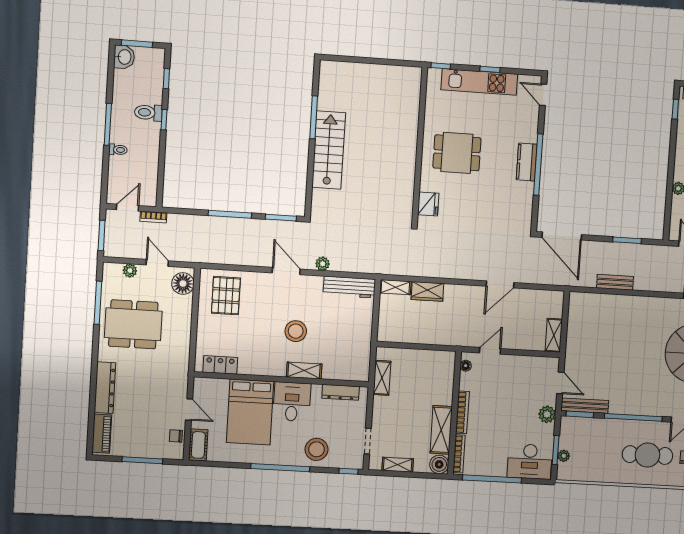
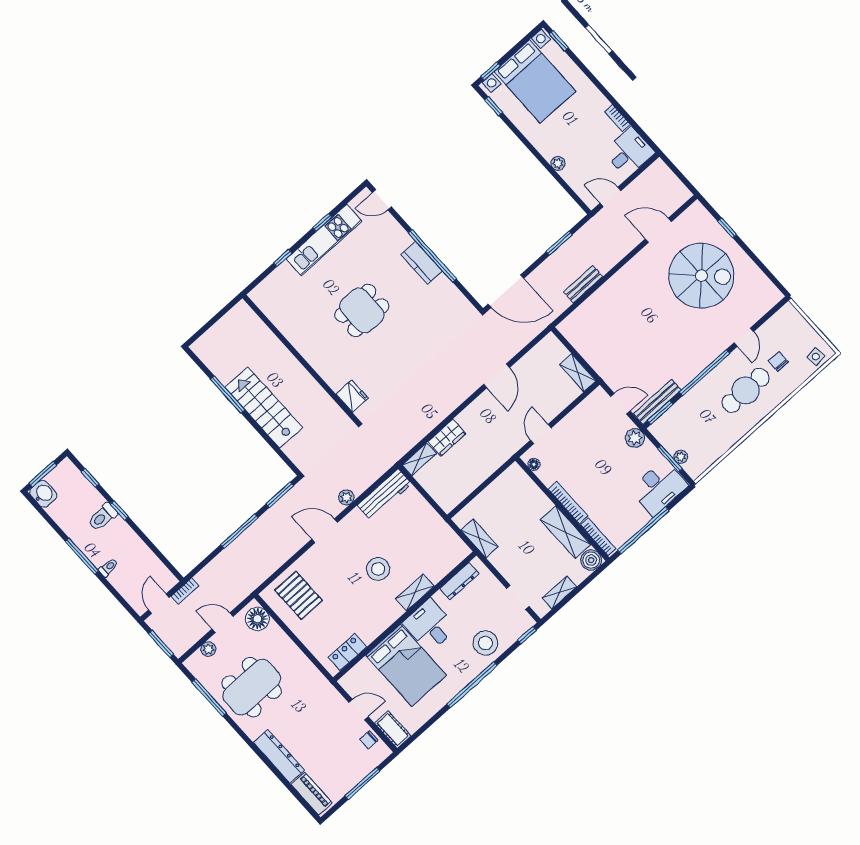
wall: (420, 146) -> (301, 359), moved
fridge: (428, 204) -> (352, 396), moved

